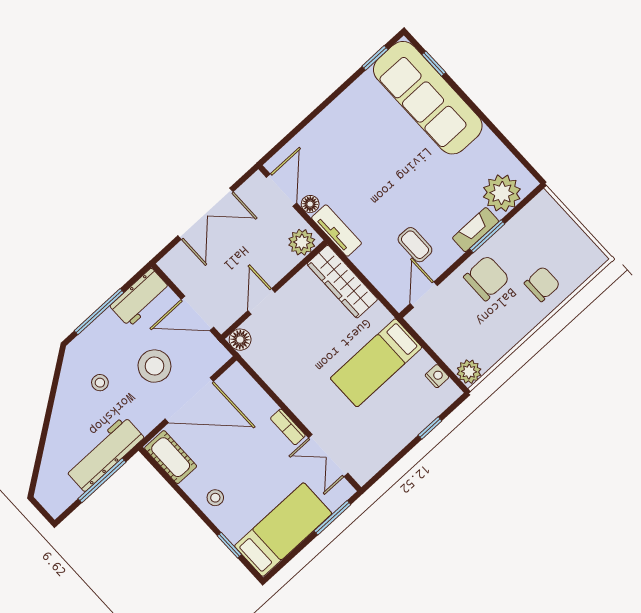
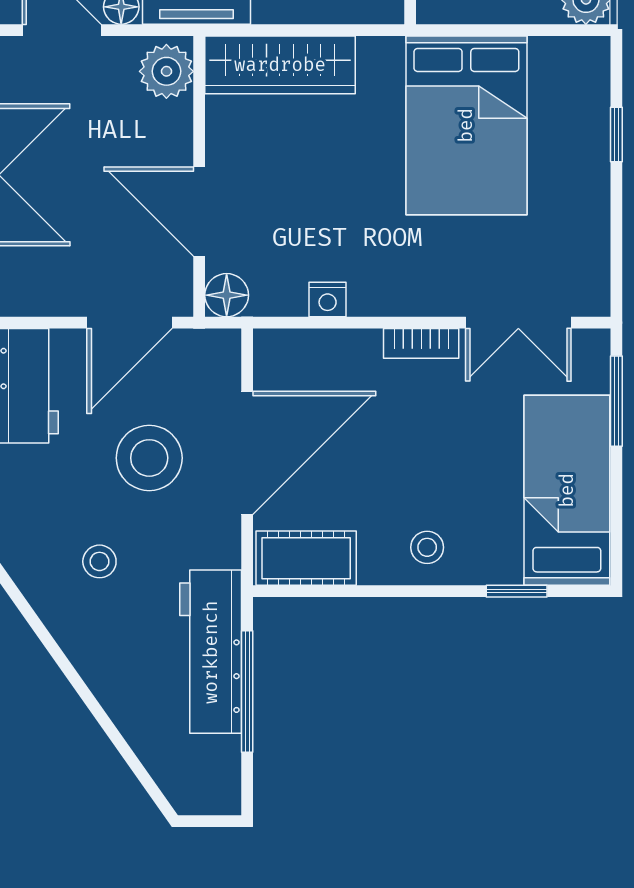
door: (261, 301) -> (199, 212), width x1.38
bed: (376, 363) -> (466, 125), width x1.50
nightstand: (437, 376) -> (328, 299), moved, turned 180

